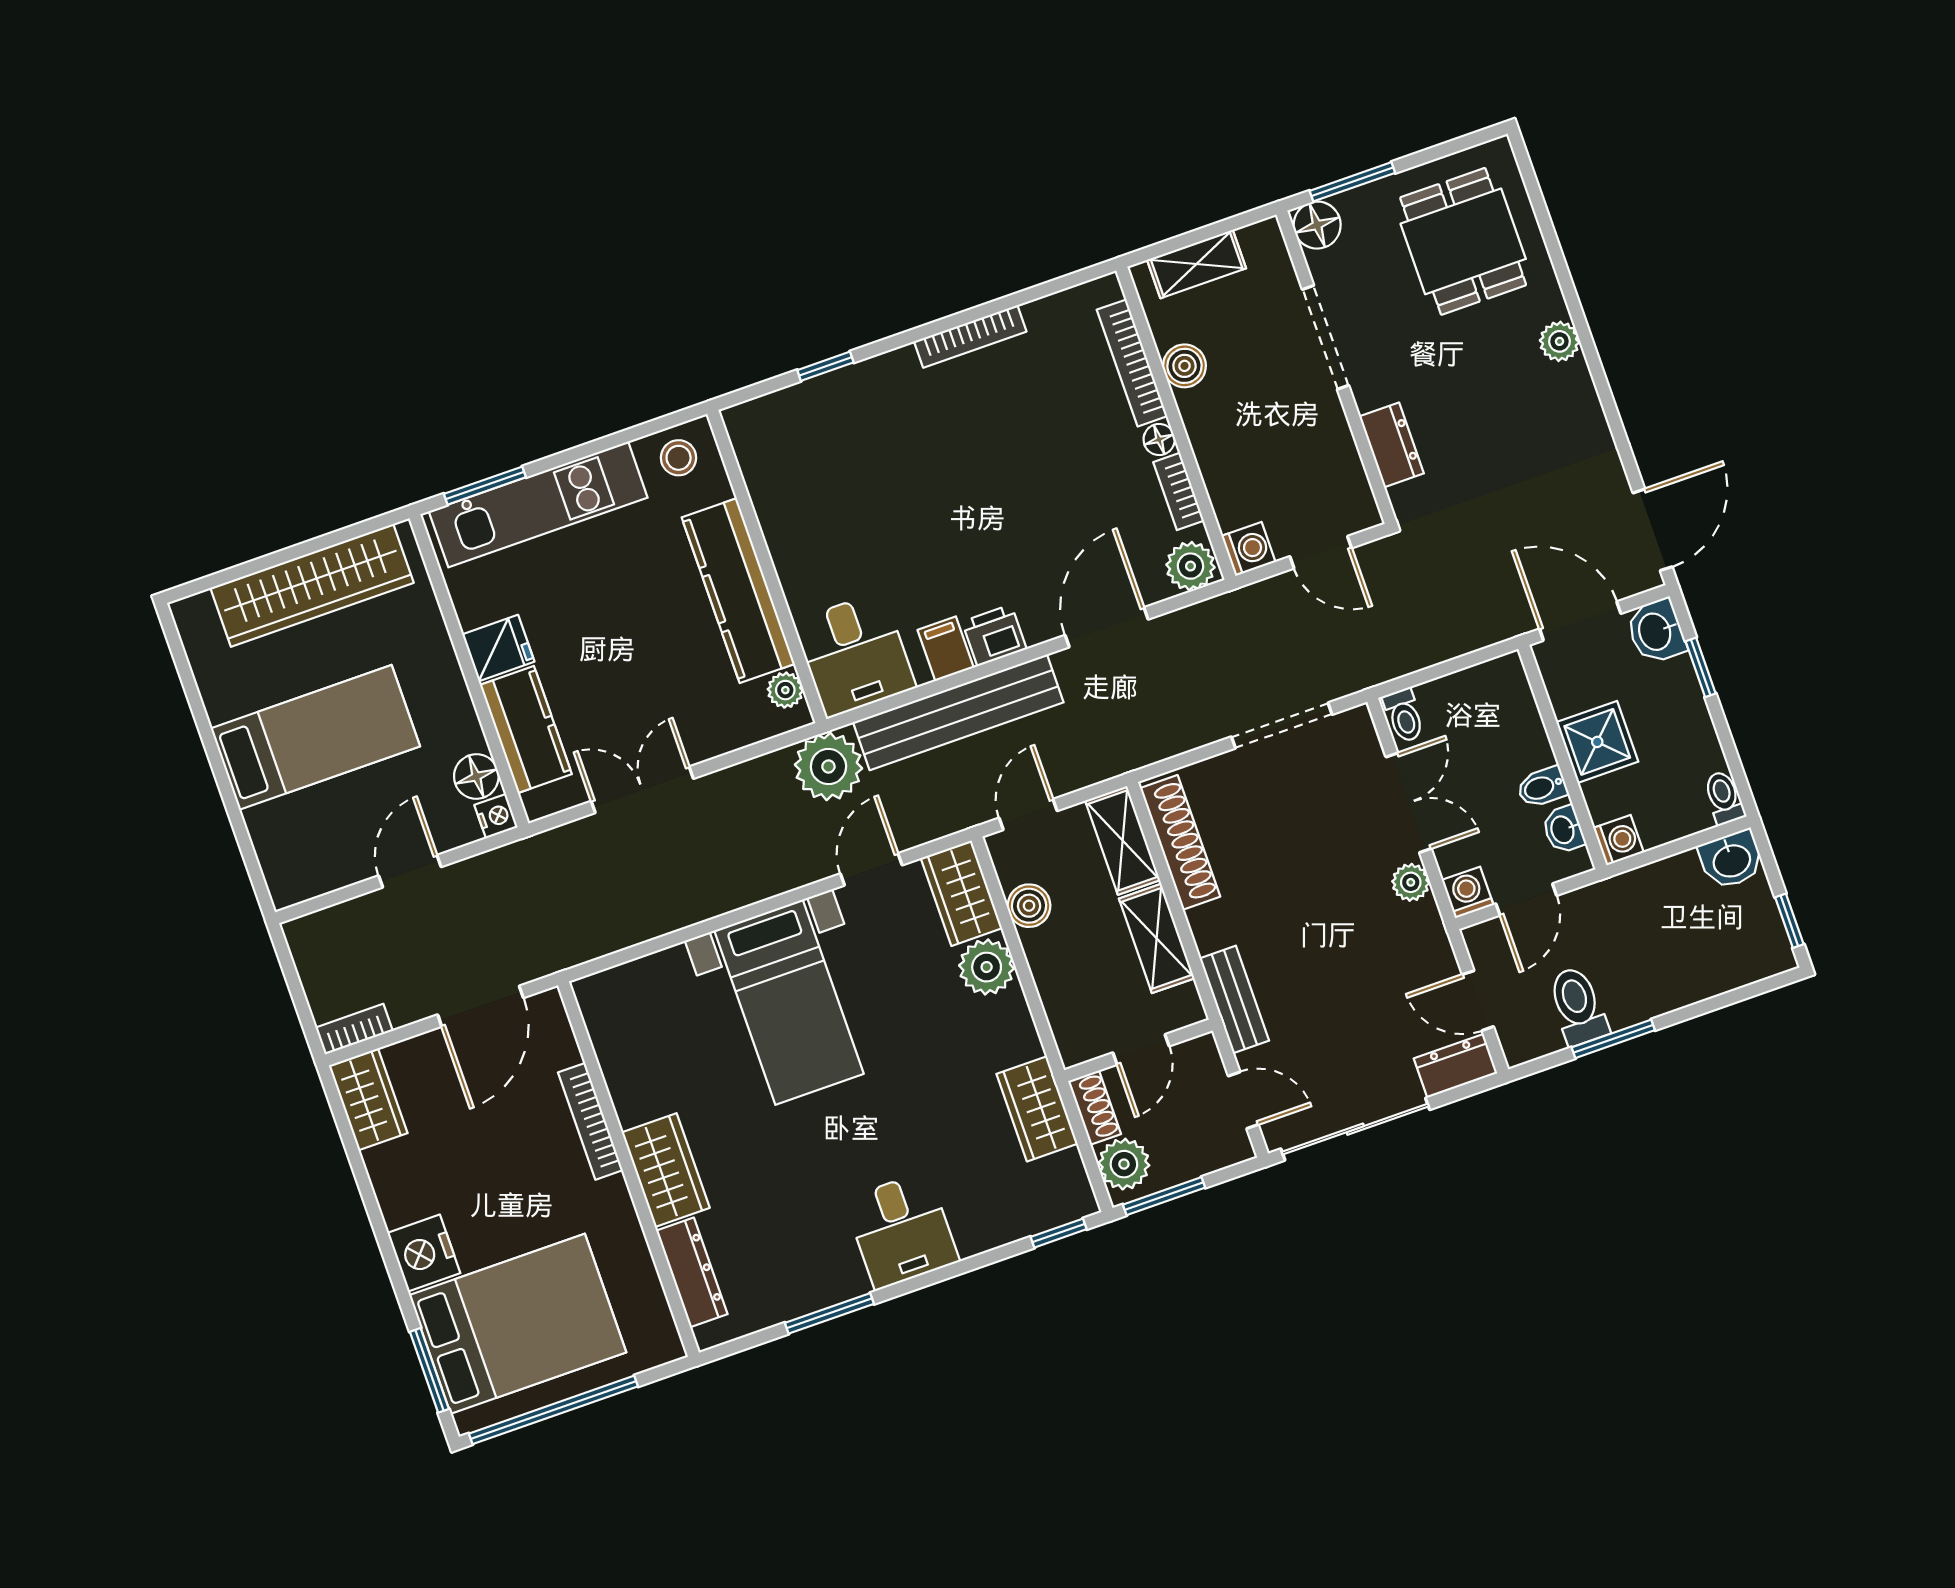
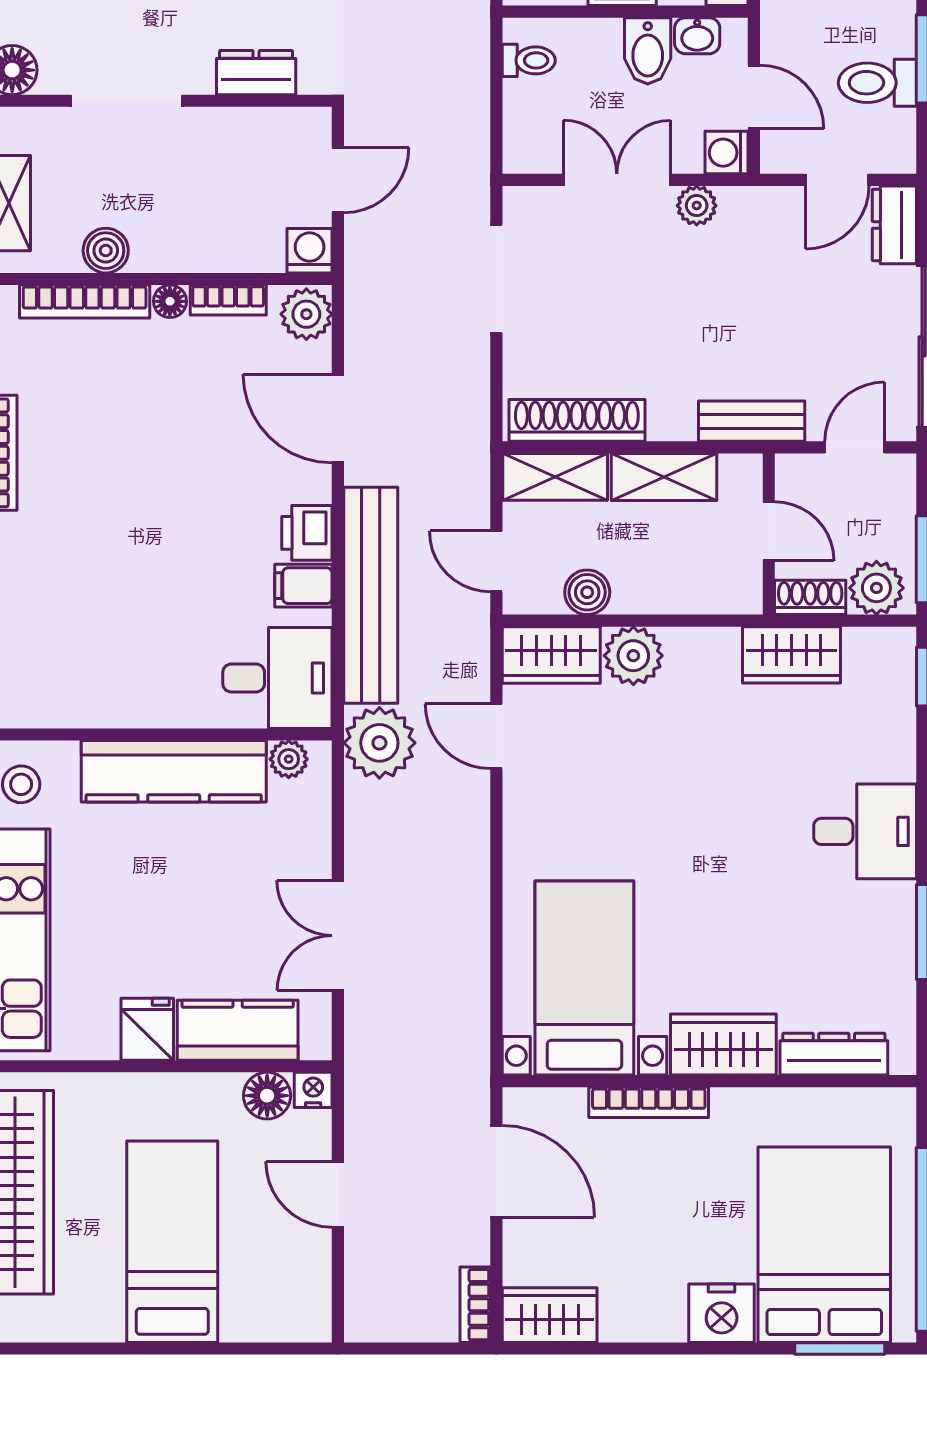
toilet: (1404, 715) -> (529, 60), moved
bidet: (1542, 787) -> (648, 51), width x1.38, depth x1.36
bed with nightstands: (789, 1002) -> (584, 978), moved, turned -90

